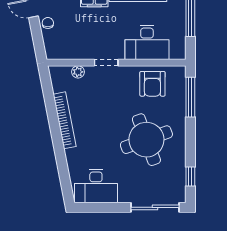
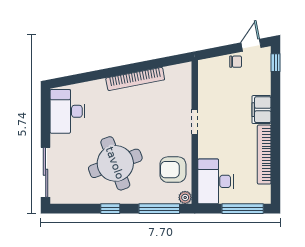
desk: (147, 42) -> (216, 181), moved
plant: (78, 72) -> (185, 197), moved
window: (190, 177) -> (110, 209), moved

